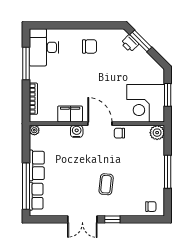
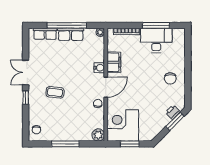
desk: (44, 47) -> (156, 40), moved
window: (26, 186) -> (67, 25), moved

